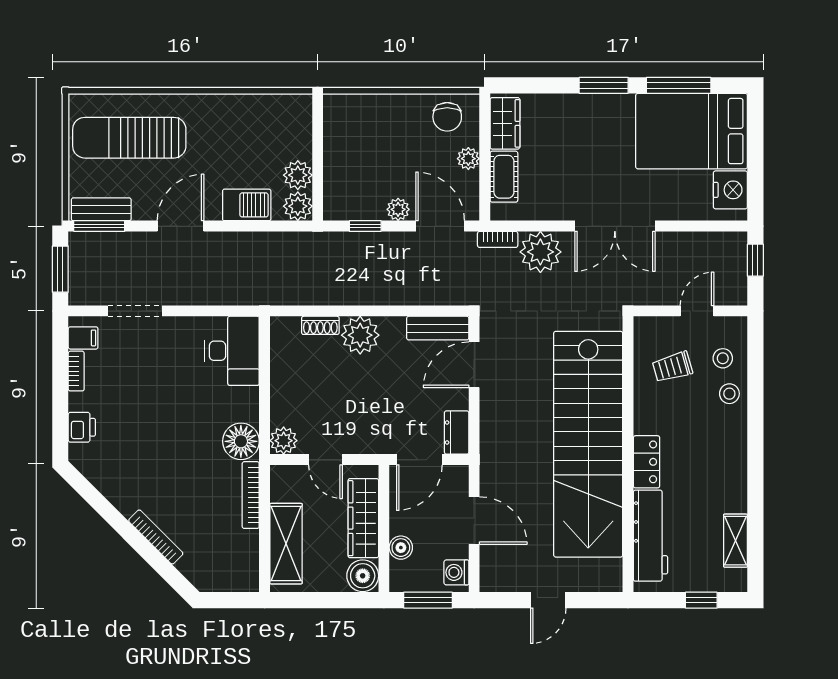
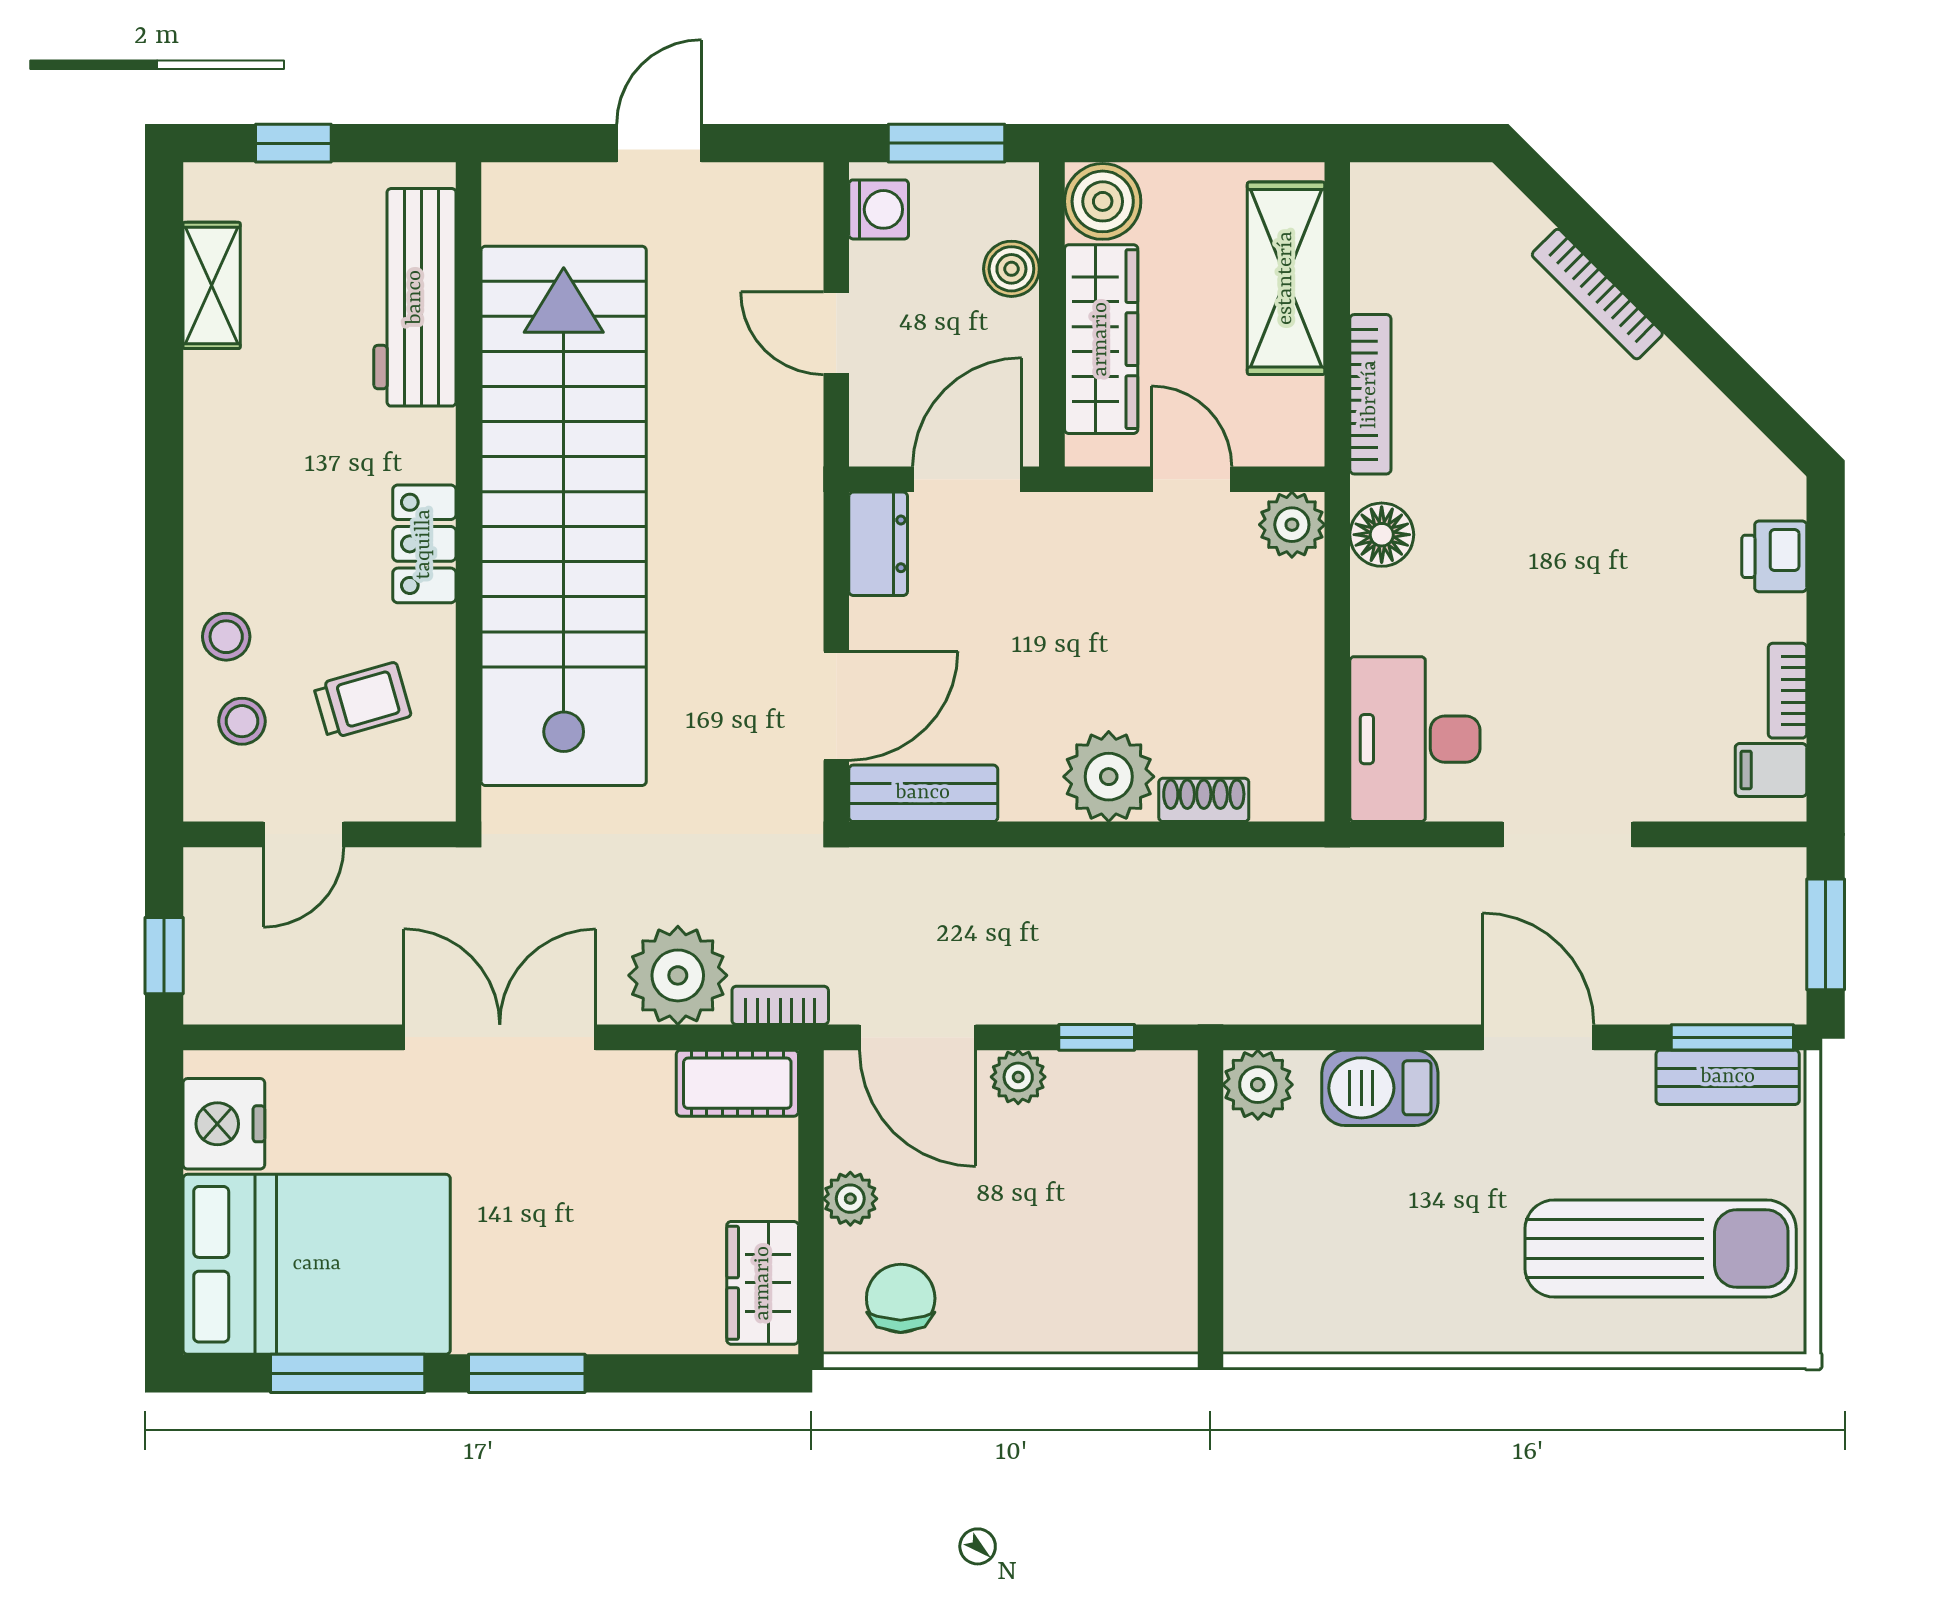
plant: (298, 175) -> (1258, 1159), removed
cot: (504, 177) -> (737, 1083), moved, turned 90
door: (181, 226) -> (1538, 1037), swing flipped
doorway: (135, 311) -> (1568, 834), moved
floor lamp: (241, 441) -> (1382, 535), width x0.73, depth x0.73
locker: (646, 462) -> (424, 544), moved
door: (474, 521) -> (836, 333), width x0.73

